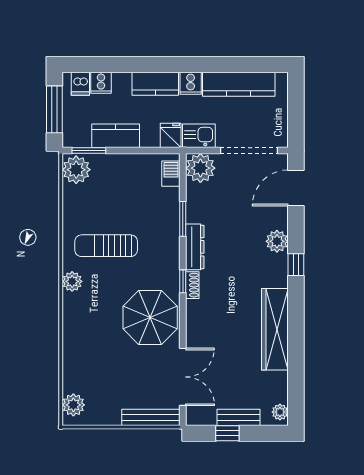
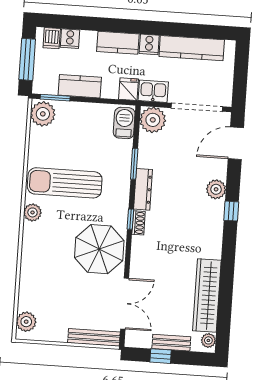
barbecue: (171, 174) -> (124, 123), width x1.38, depth x1.27
sun lounger: (106, 246) -> (65, 183), width x1.36, depth x1.34
wardrobe: (275, 329) -> (207, 295), moved

